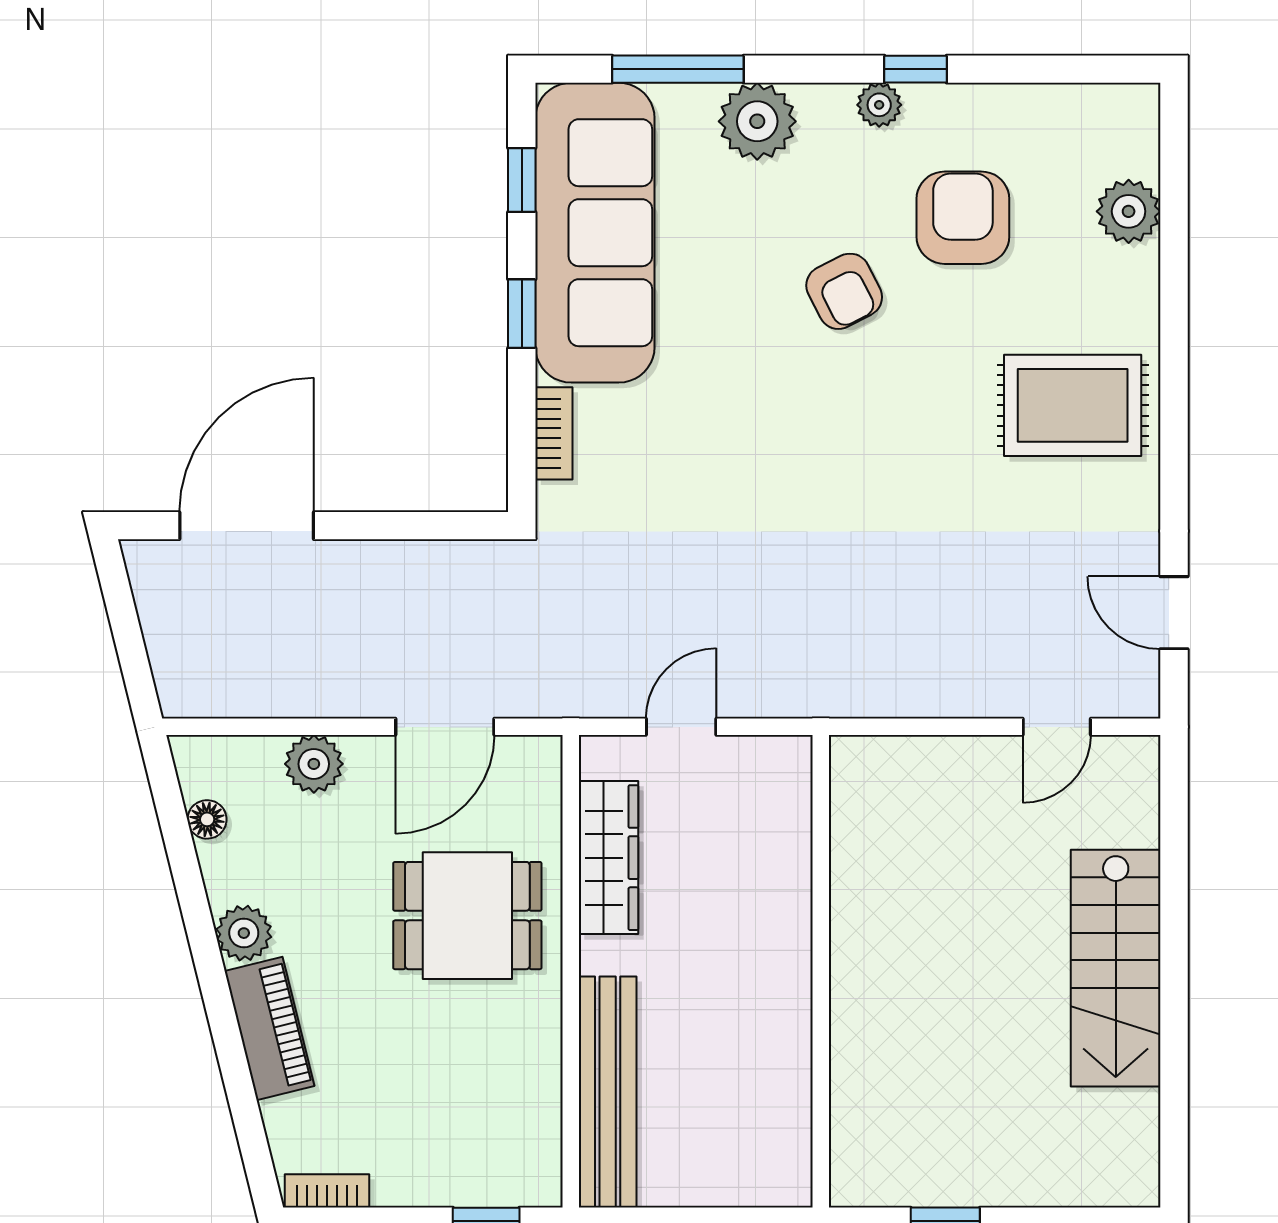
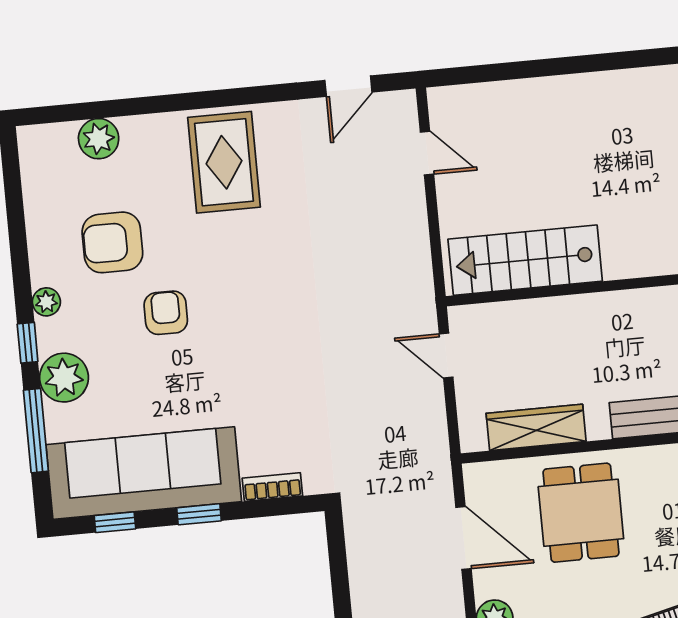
window: (915, 69) -> (28, 343), moved
armchair: (844, 291) -> (166, 313), turned -63
door: (681, 727) -> (446, 355), moved
stairs: (1116, 968) -> (525, 260), moved, turned 180

